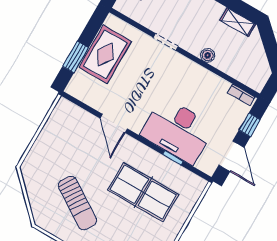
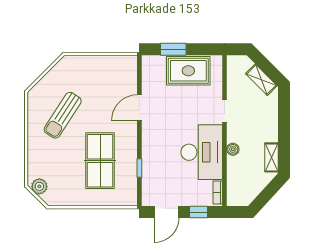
desk: (178, 131) -> (202, 152), moved, turned 180

